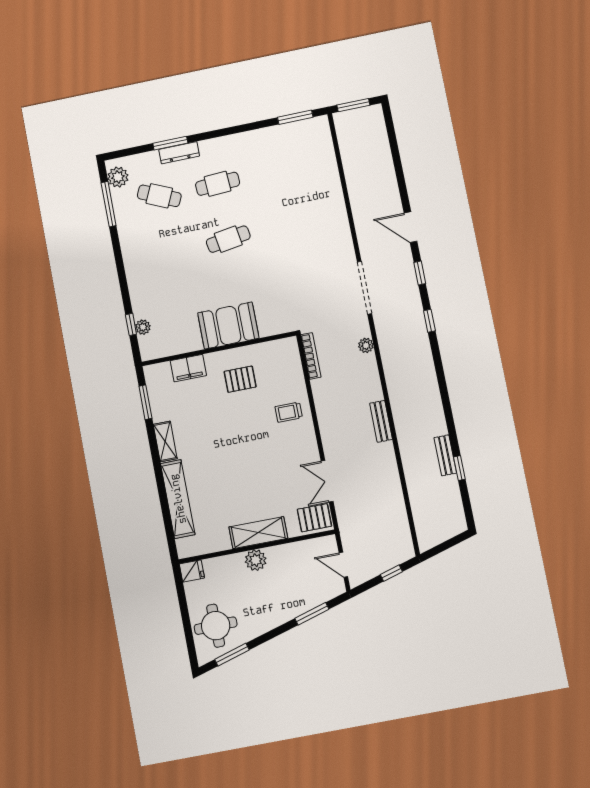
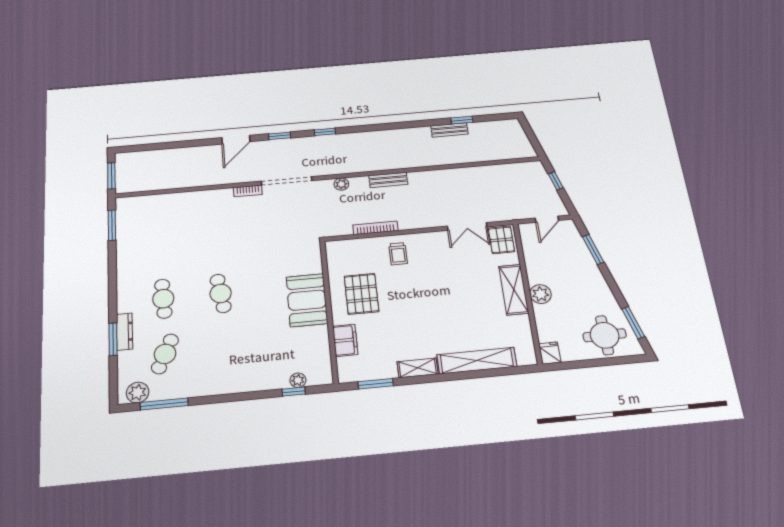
bookcase: (348, 249) -> (248, 191), added
bookcase: (311, 356) -> (376, 228), moved
pallet: (240, 379) -> (362, 294), width x1.50, depth x1.42
bench: (381, 421) -> (388, 180), moved

